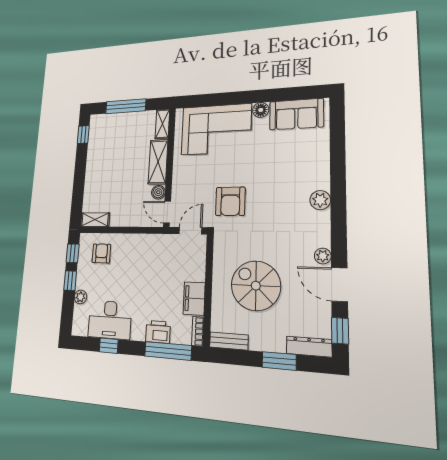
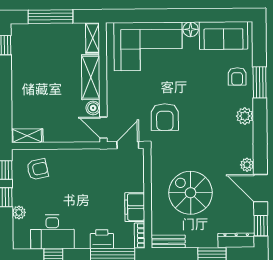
armchair: (311, 157) -> (237, 76), added
window: (338, 162) -> (260, 82), added
armchair: (101, 253) -> (37, 169), turned 78

